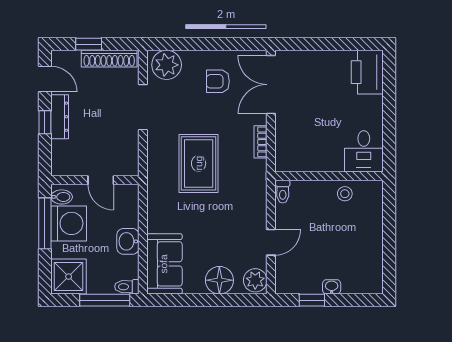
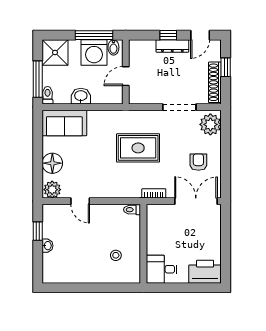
desk: (364, 151) -> (162, 269), moved
wall: (329, 176) -> (143, 244), moved
toilet: (283, 192) -> (132, 210), moved

